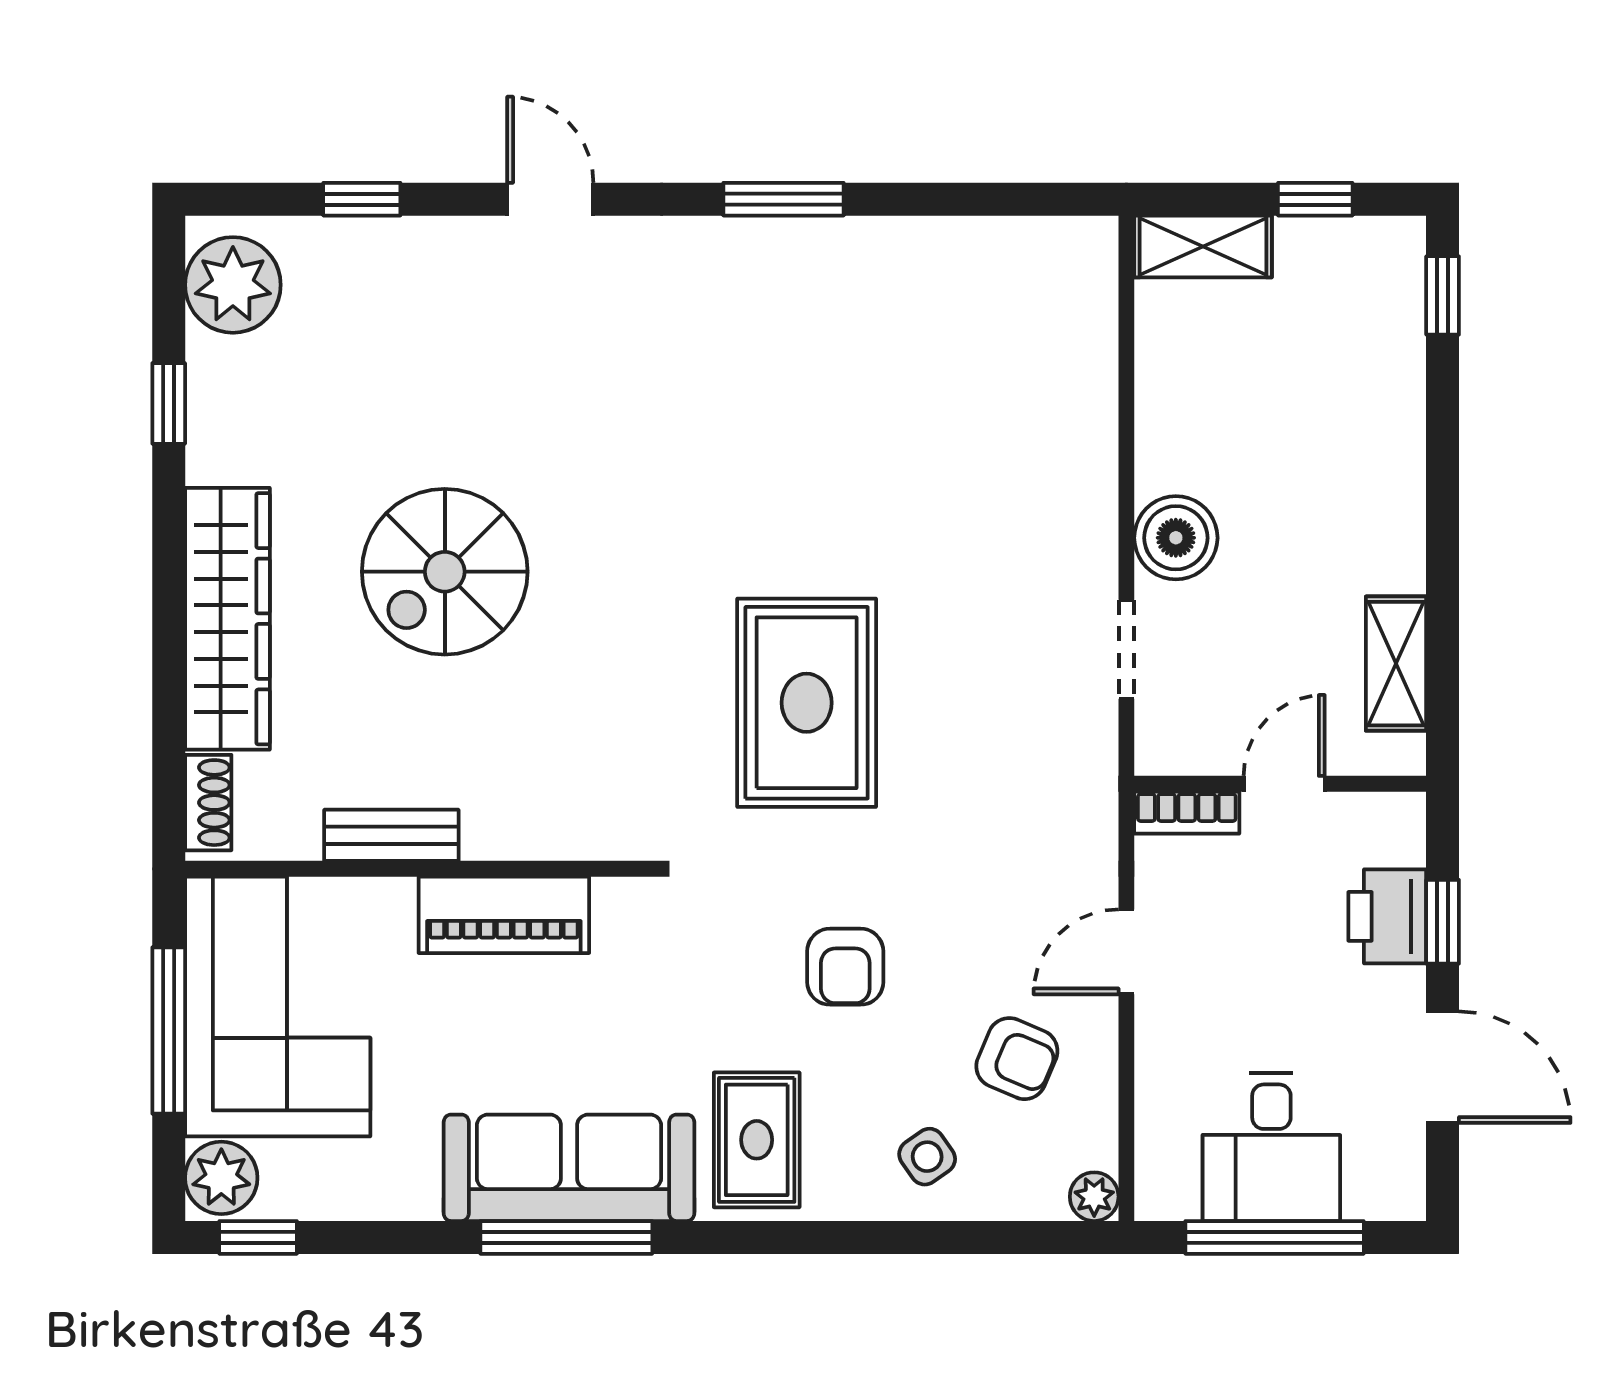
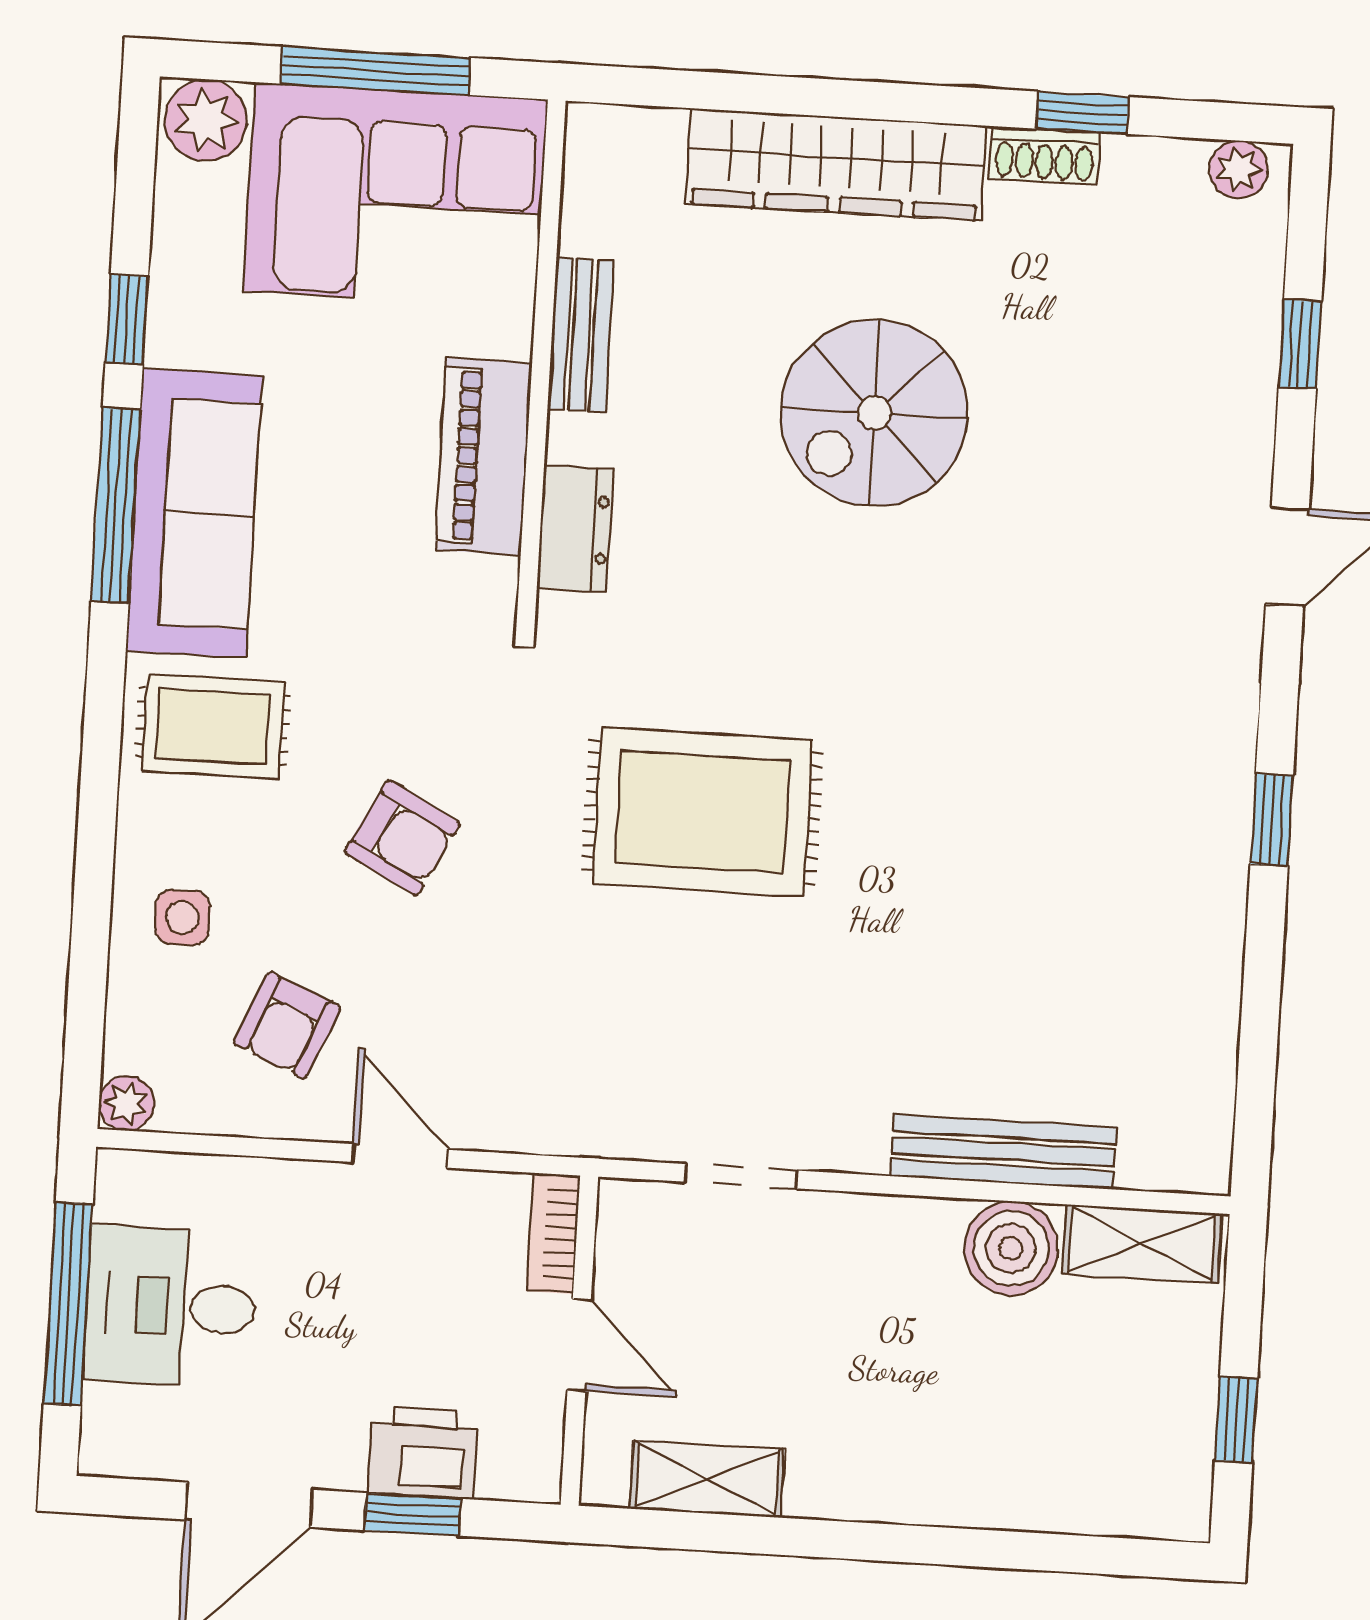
window: (783, 199) -> (1272, 820), width x0.67
shelving: (1203, 246) -> (1142, 1244), moved, turned 90
plant: (233, 285) -> (1239, 169), width x0.53, depth x0.53
window: (1443, 295) -> (1119, 1556), removed
bench: (1091, 419) -> (1003, 1152), added
boiler: (1176, 538) -> (1011, 1248), moved
spiral stairs: (445, 572) -> (874, 413), turned -90
shoe rack: (208, 803) -> (1044, 155), moved
dresser: (563, 830) -> (575, 529), added
armchair: (845, 967) -> (402, 838), turned -152
side table: (927, 1157) -> (183, 918), turned 35
window: (258, 1237) -> (127, 319), moved

